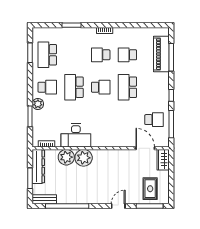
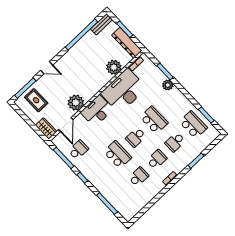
piano: (161, 54) -> (116, 199), removed
school desk: (47, 87) -> (175, 142), moved
school desk: (154, 120) -> (78, 150), turned 180
desk: (76, 135) -> (124, 91), width x1.36, depth x1.30
desk: (111, 136) -> (97, 111), added
door: (145, 148) -> (66, 125), hinge flipped
plant: (84, 158) -> (76, 103), moved
door: (118, 206) -> (47, 68), hinge flipped

